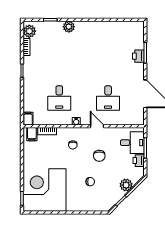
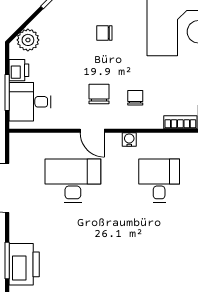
printer: (138, 56) -> (24, 264), width x1.87, depth x1.48
desk: (108, 98) -> (73, 181), width x1.37
chair: (99, 156) -> (99, 94), moved
plant: (126, 185) -> (28, 40), moved

